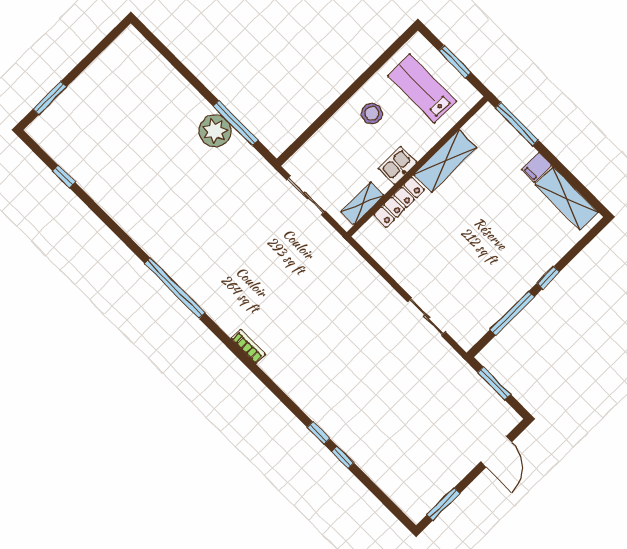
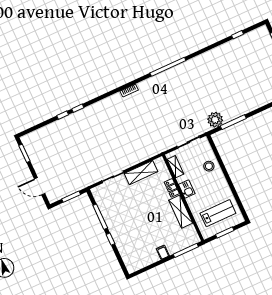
stool: (372, 113) -> (209, 166), moved
plant: (215, 131) -> (215, 120), moved
shelving: (567, 198) -> (141, 173), moved
locker: (399, 202) -> (172, 188), width x0.66

